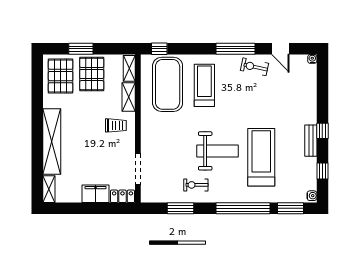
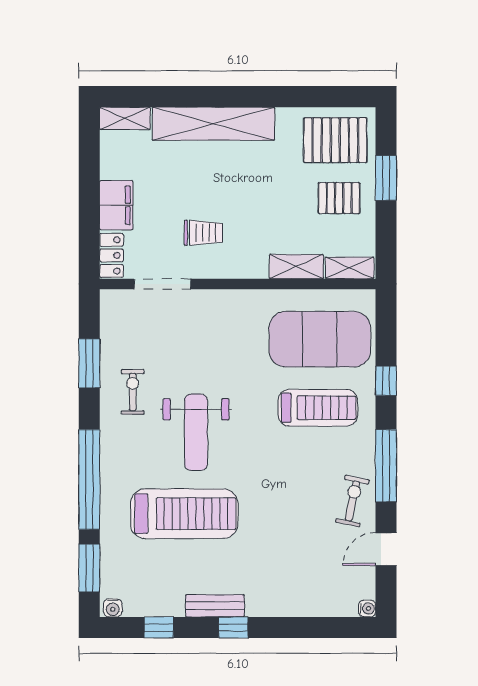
window: (159, 49) -> (386, 381), moved
pallet: (92, 74) -> (339, 198), width x0.67, depth x0.71
trolley: (116, 125) -> (203, 233), moved, turned -90

